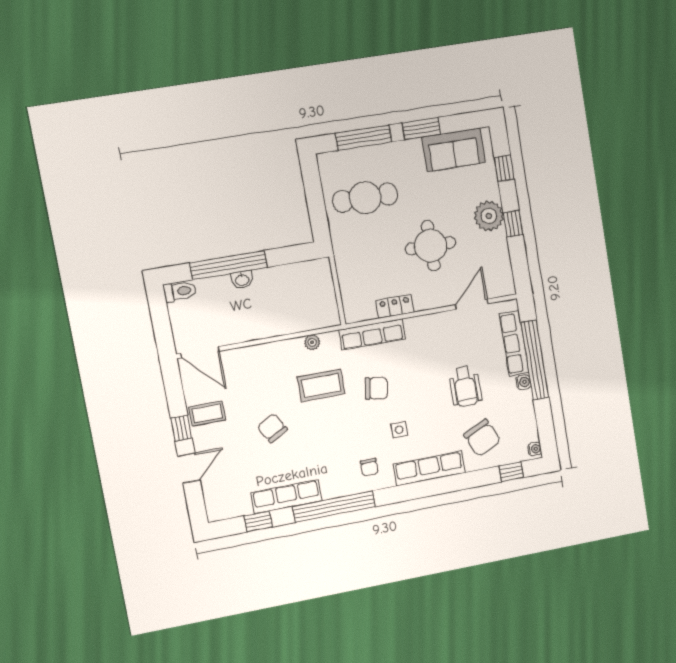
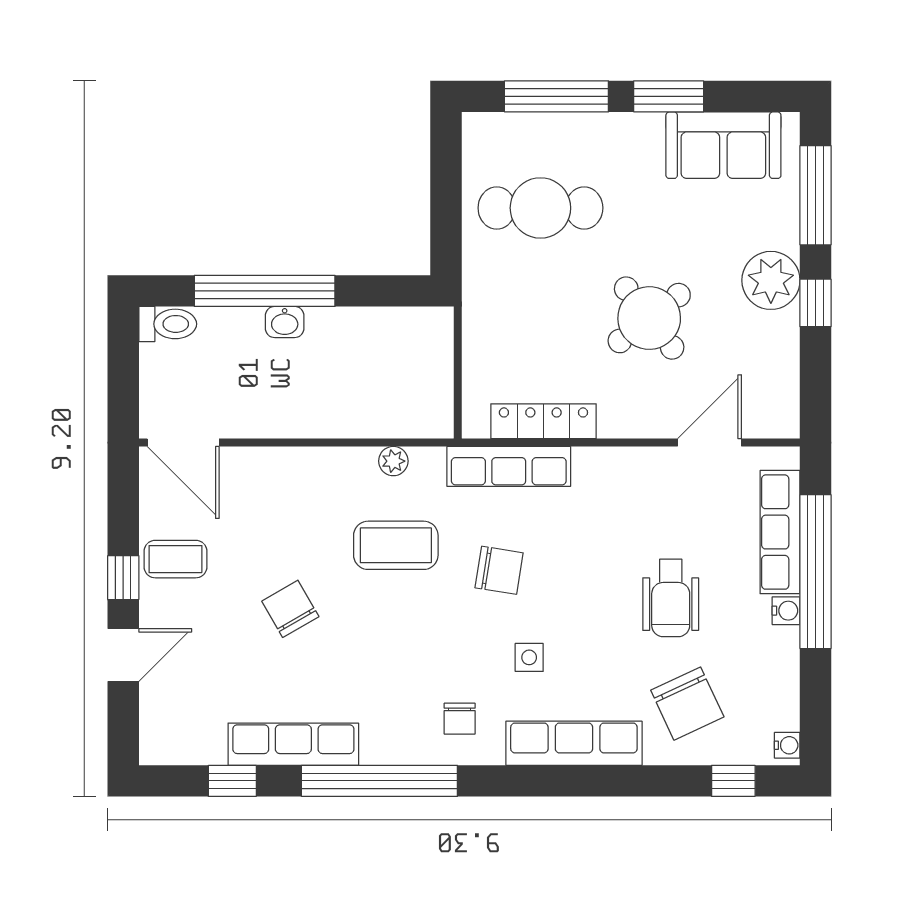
window: (504, 168) -> (815, 195), width x2.17
round table: (431, 246) -> (649, 318), turned -38
locker: (395, 306) -> (543, 421), width x1.53

